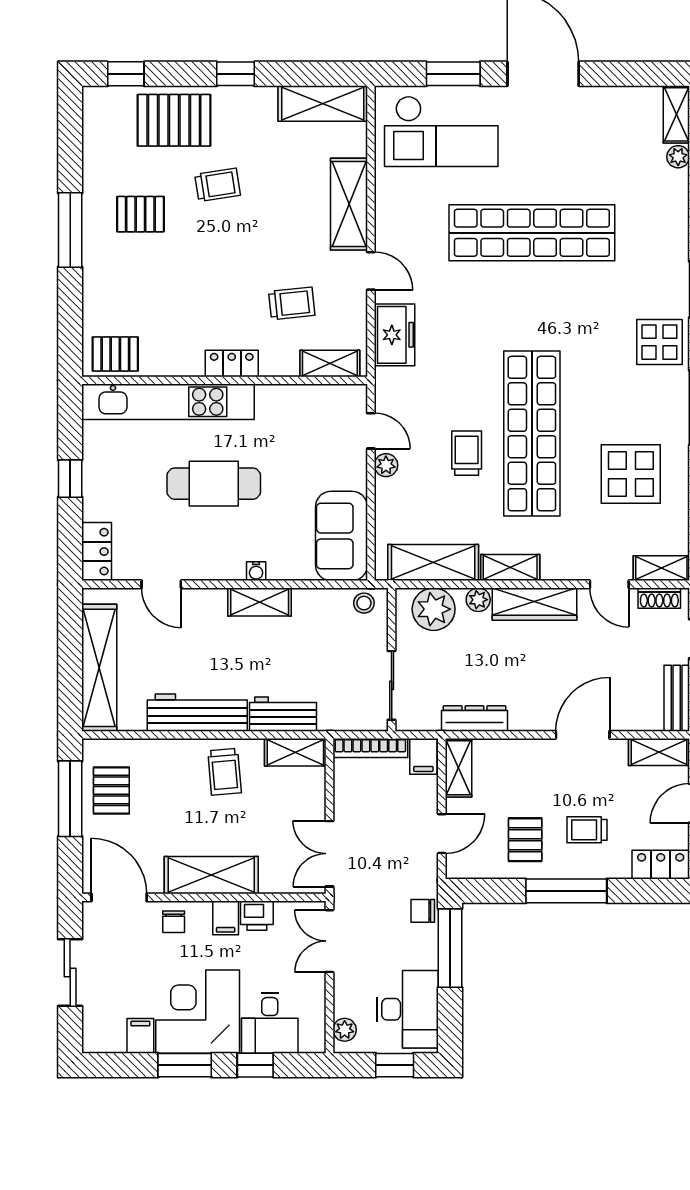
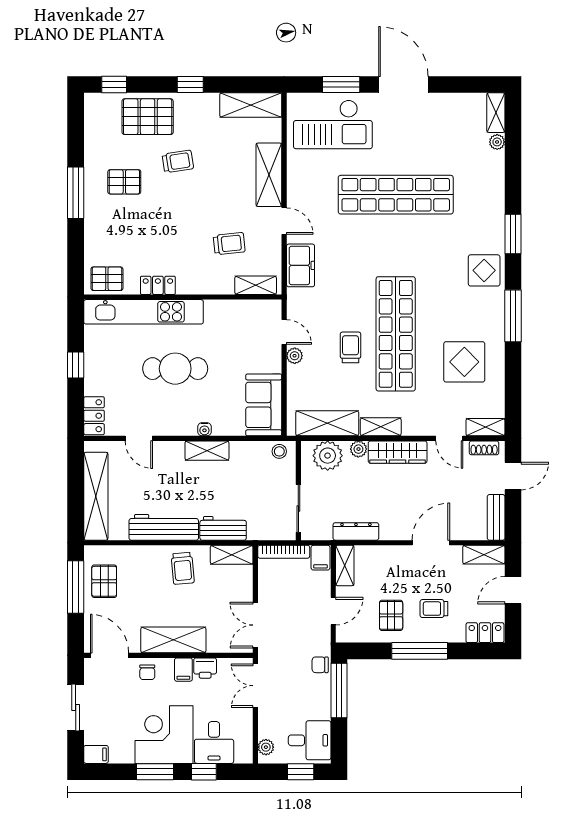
locker: (232, 364) -> (158, 285), moved
desk: (408, 1009) -> (310, 740), width x0.73
filing cabinet: (140, 1036) -> (96, 754), moved, turned 90

